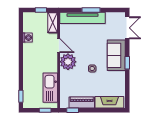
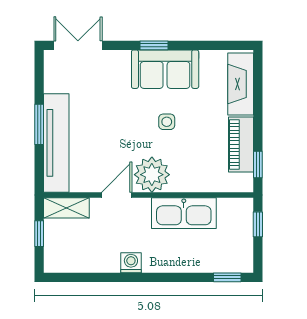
washing machine: (28, 38) -> (131, 263), moved
sofa: (116, 55) -> (165, 69), moved
kitchen sink: (50, 88) -> (184, 213), moved

